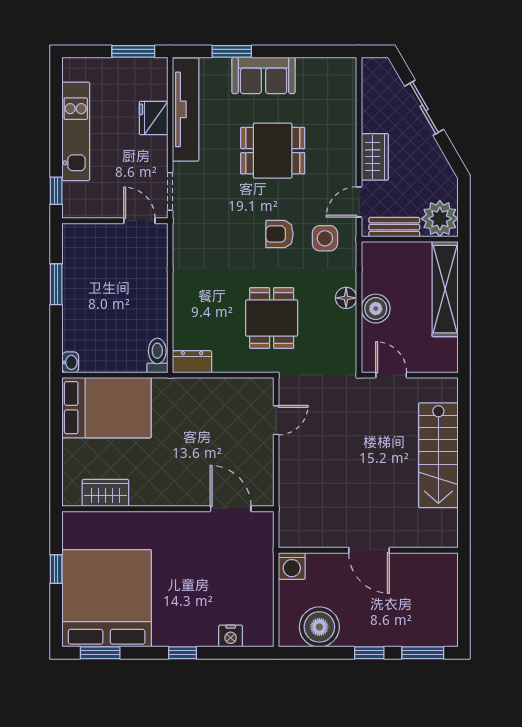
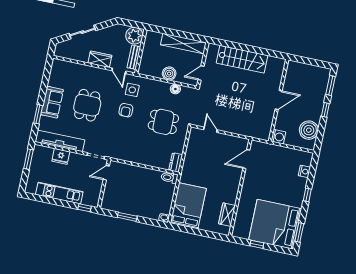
shelving: (445, 289) -> (183, 44), moved
floor lamp: (346, 298) -> (175, 89), moved

